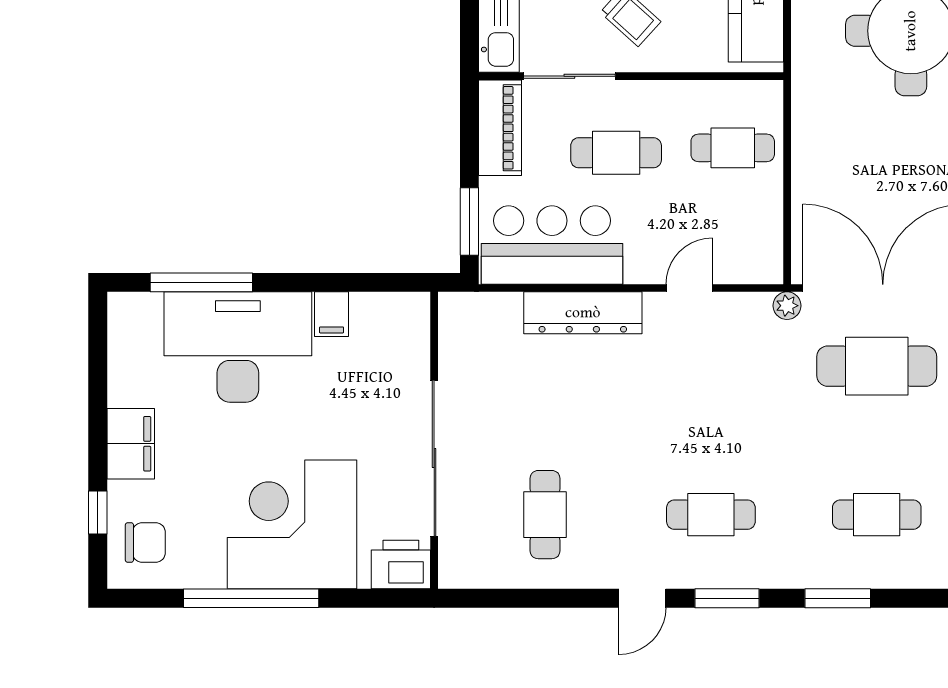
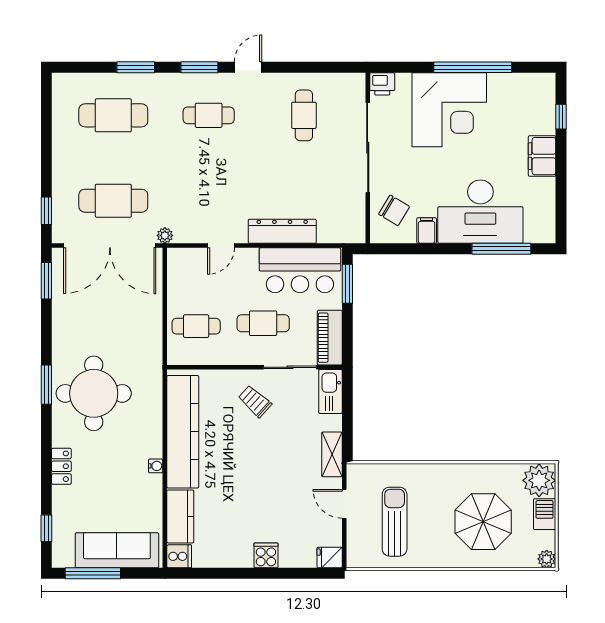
cafe table: (877, 515) -> (113, 115), width x1.37, depth x1.35
chair: (145, 543) -> (394, 210), moved, turned -149
printer: (401, 565) -> (382, 84), width x0.73, depth x0.81

